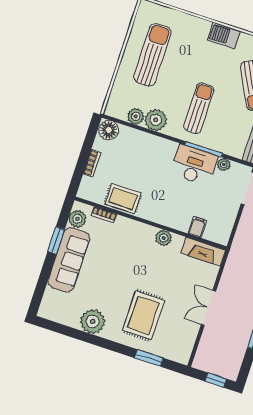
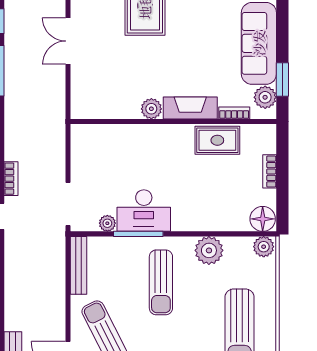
plant: (136, 116) -> (264, 247), moved
filing cabinet: (197, 227) -> (114, 136), removed
window: (56, 240) -> (282, 80), moved
fireplace: (203, 252) -> (190, 108), moved
double door: (208, 308) -> (68, 41), swing flipped

